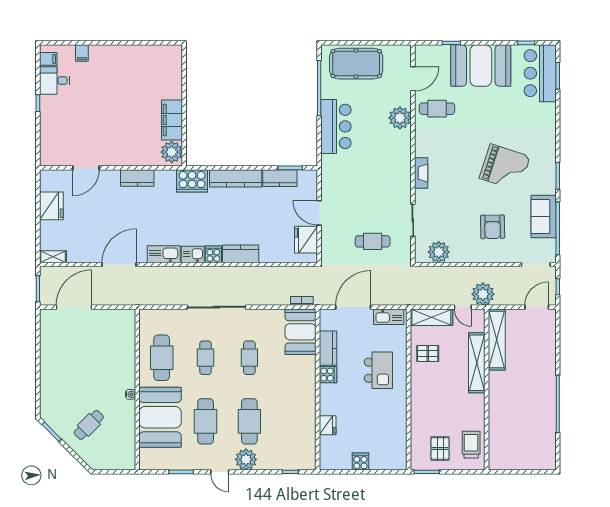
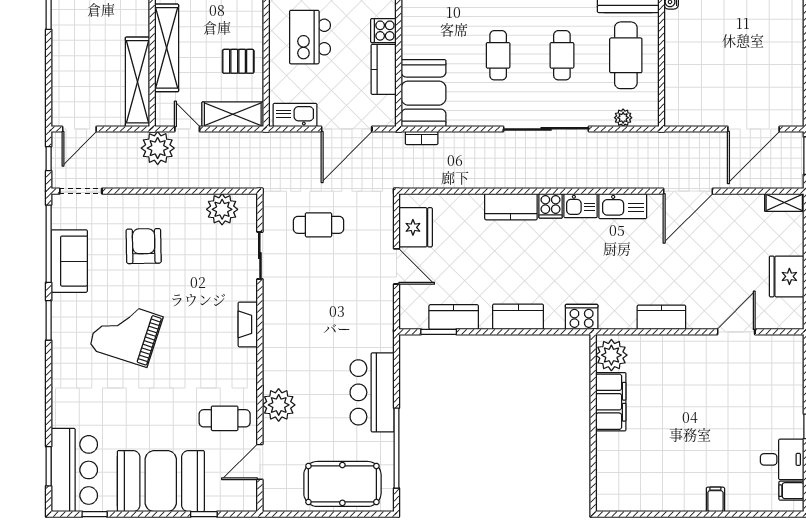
filing cabinet: (82, 53) -> (715, 499), moved
kitchen counter: (236, 178) -> (518, 317), width x0.67
cooker: (192, 181) -> (582, 317), width x0.73, depth x0.76
plant: (164, 315) -> (623, 118), added

